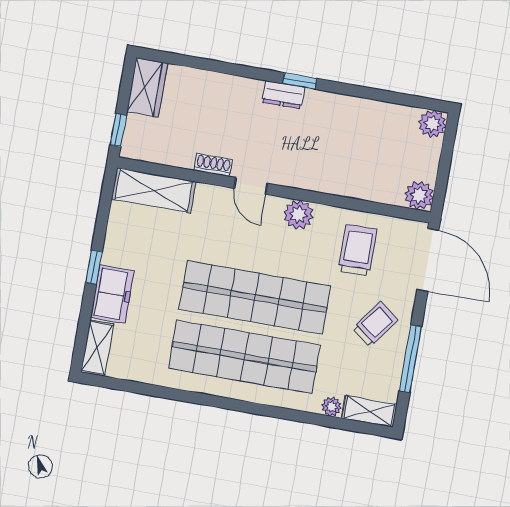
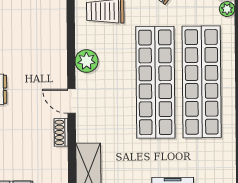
door: (251, 186) -> (71, 101), swing flipped

